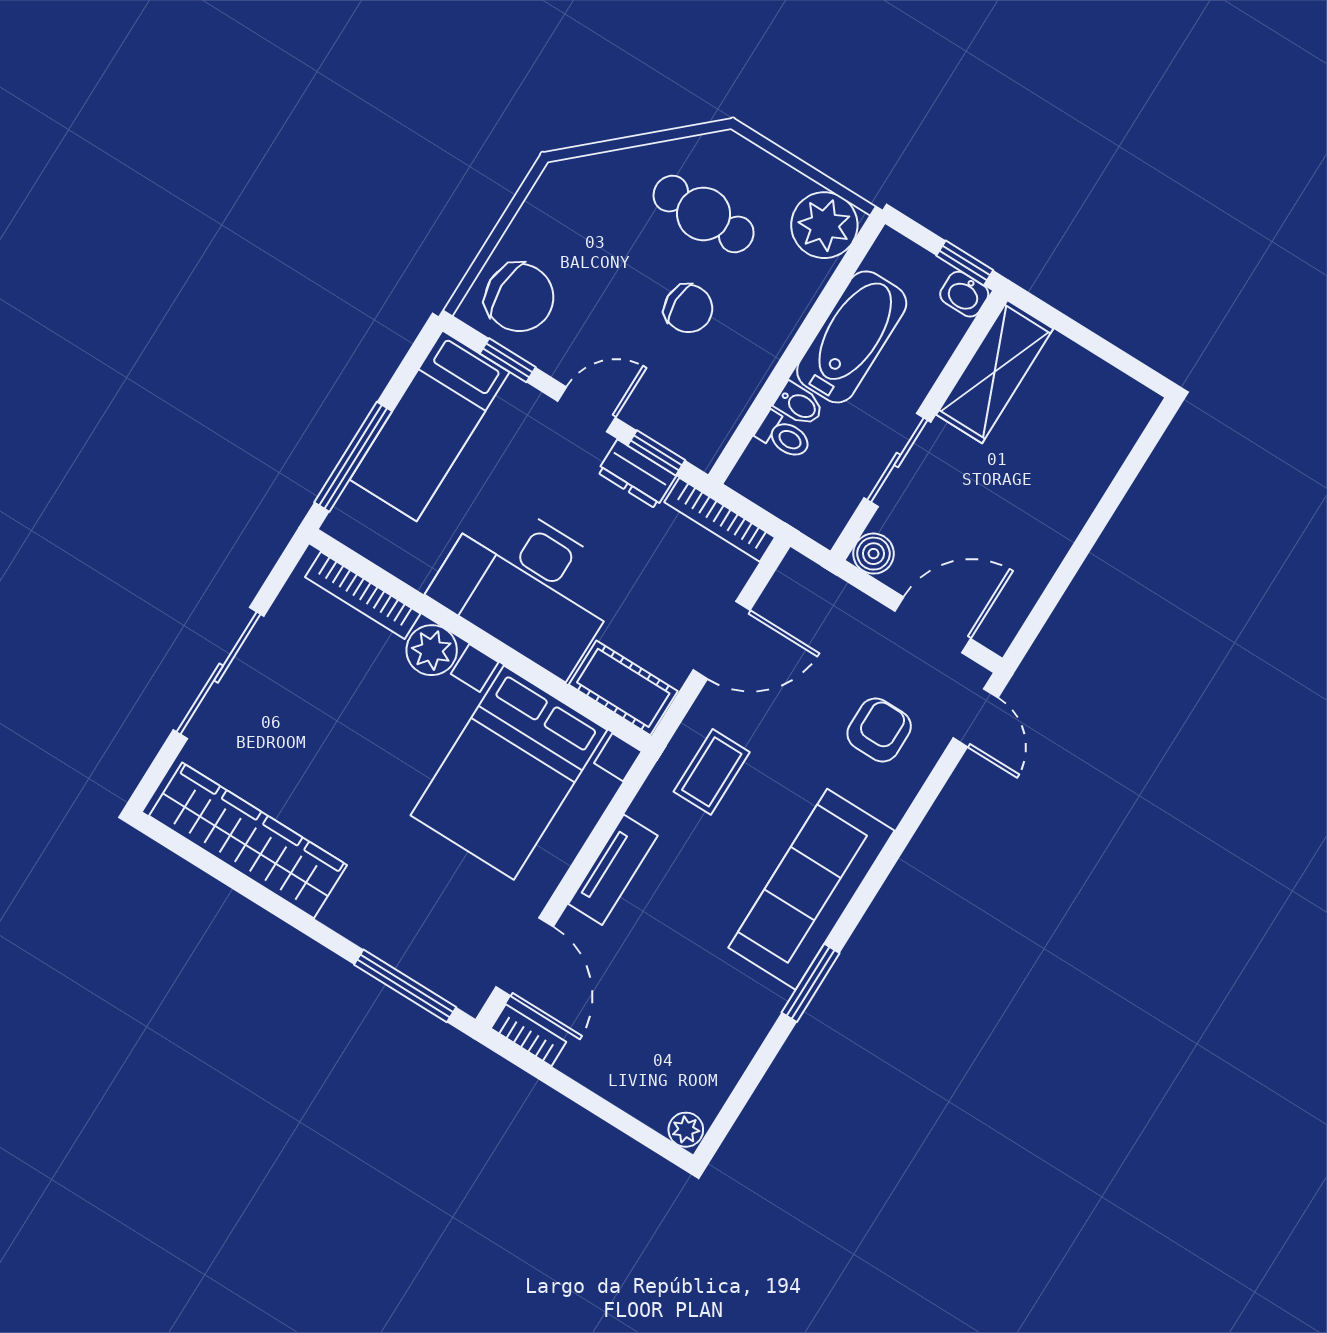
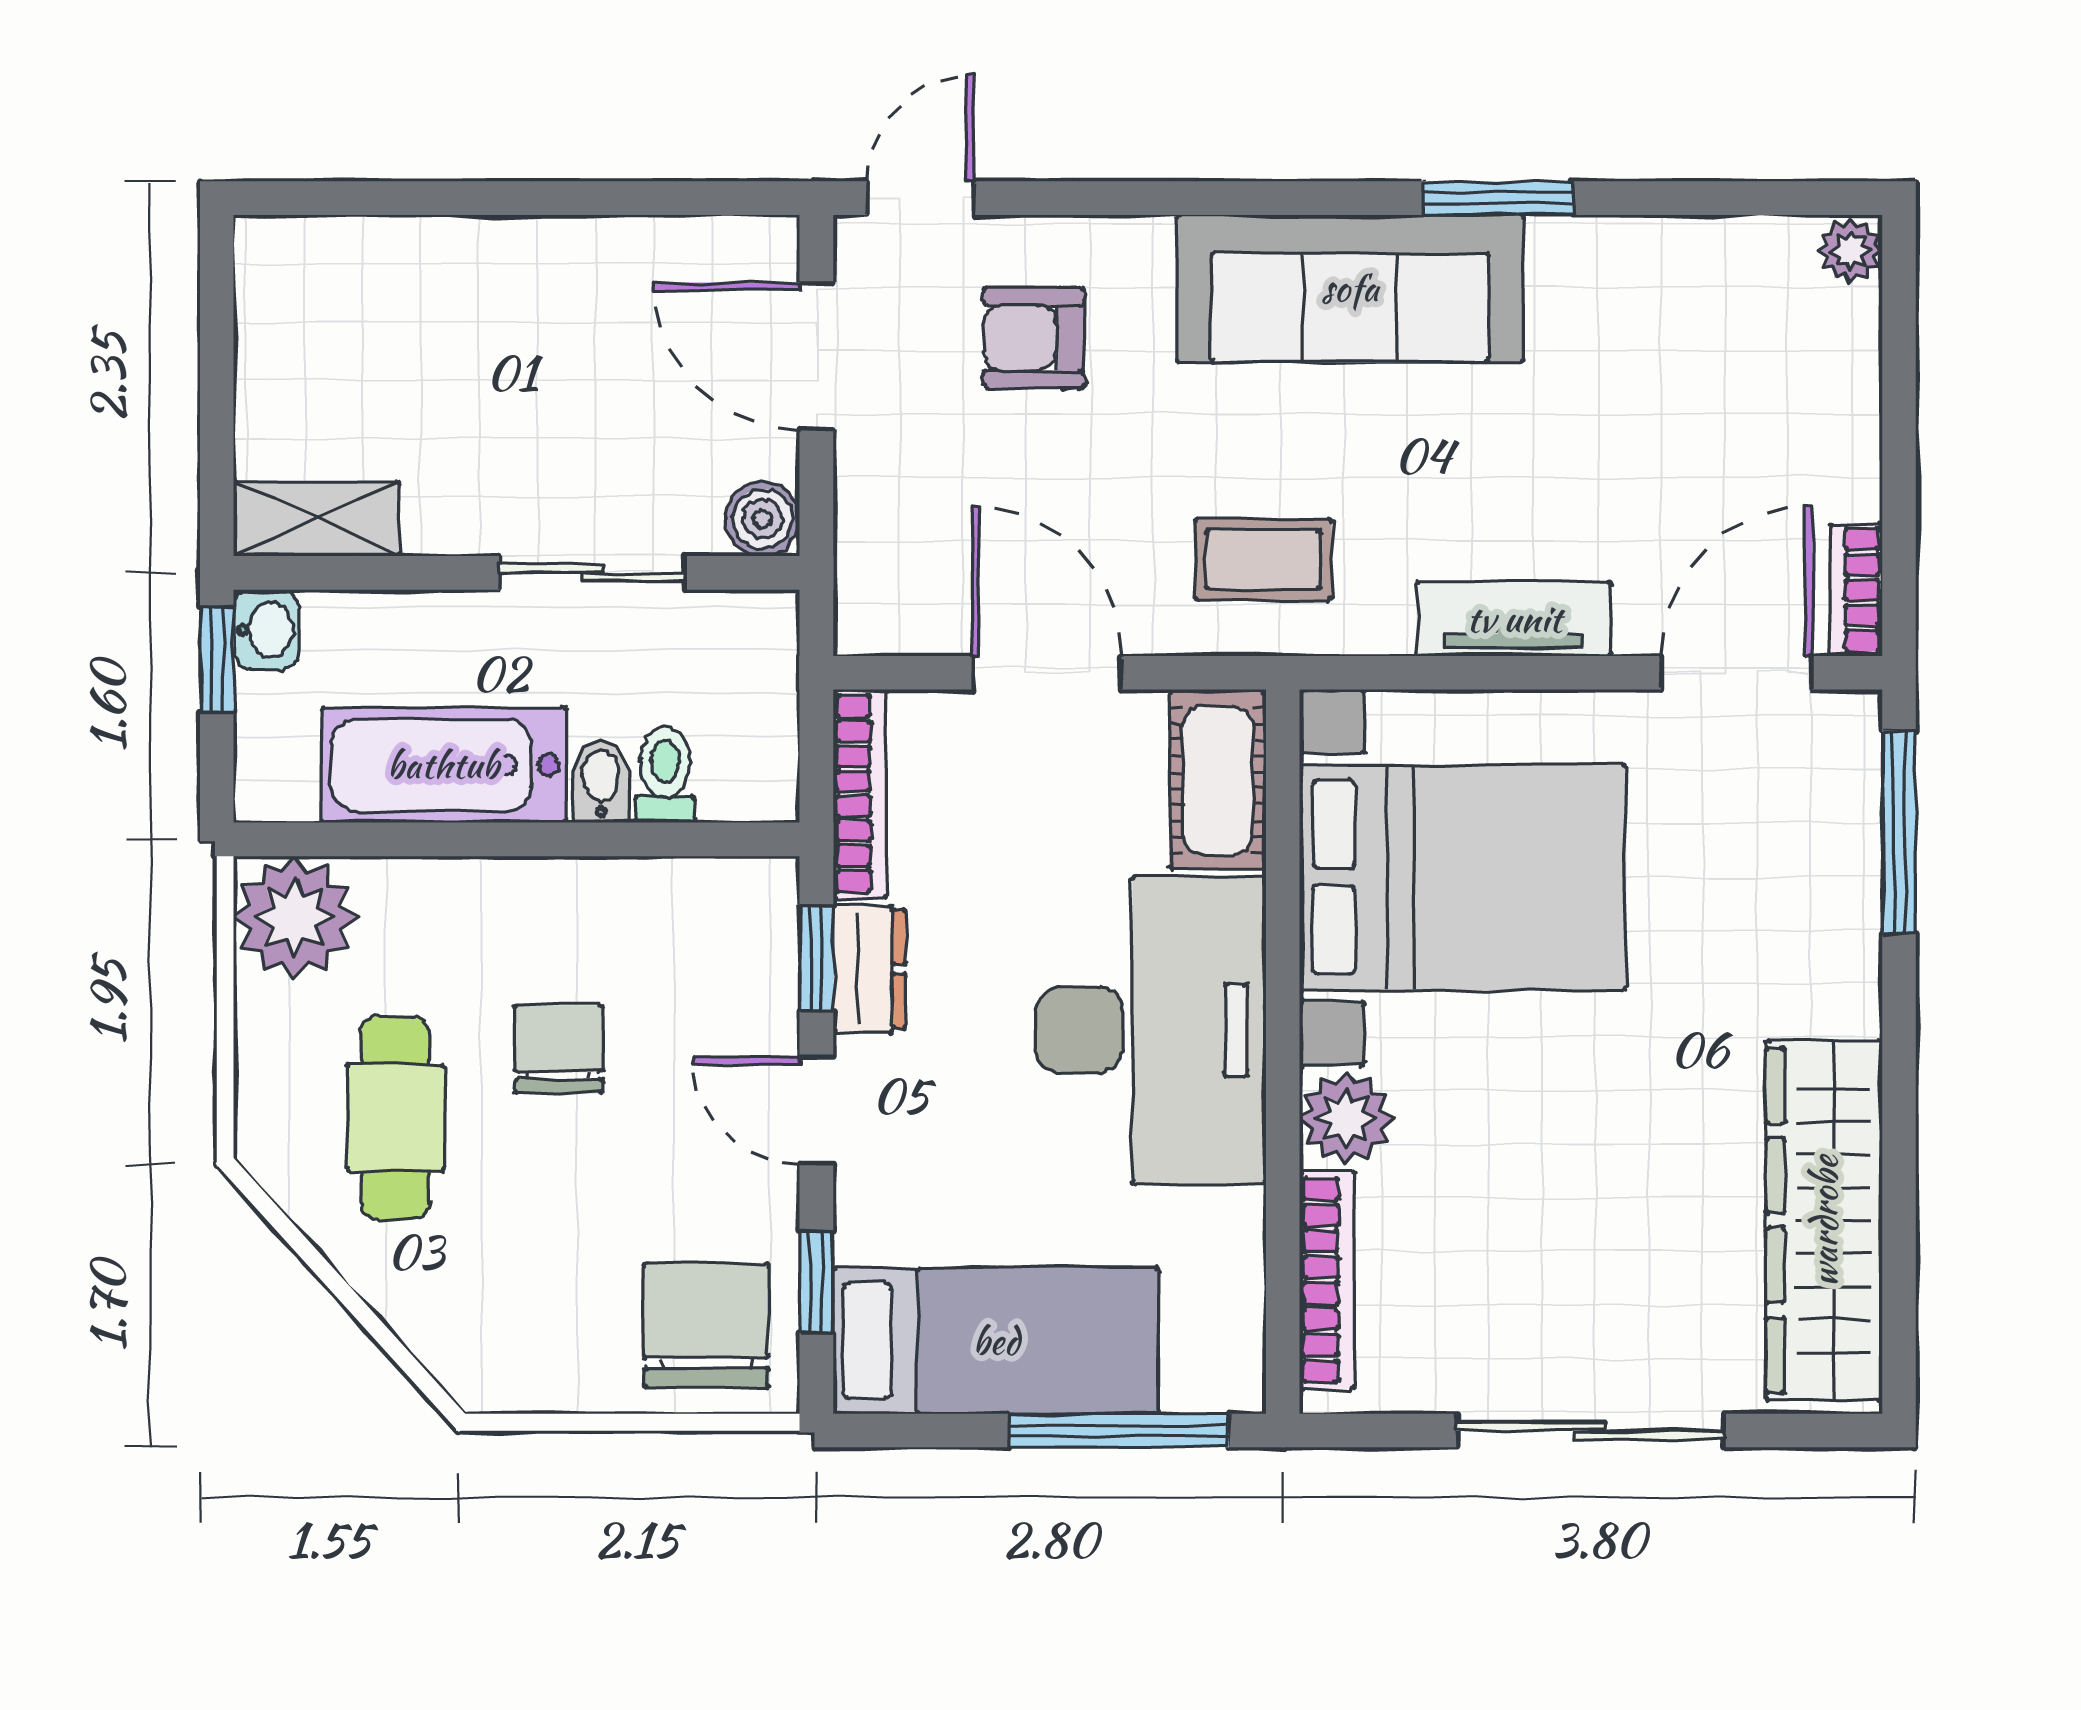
shelving: (995, 372) -> (317, 519), width x0.67, depth x0.75

